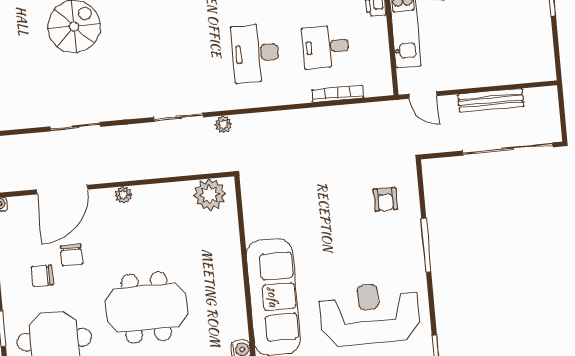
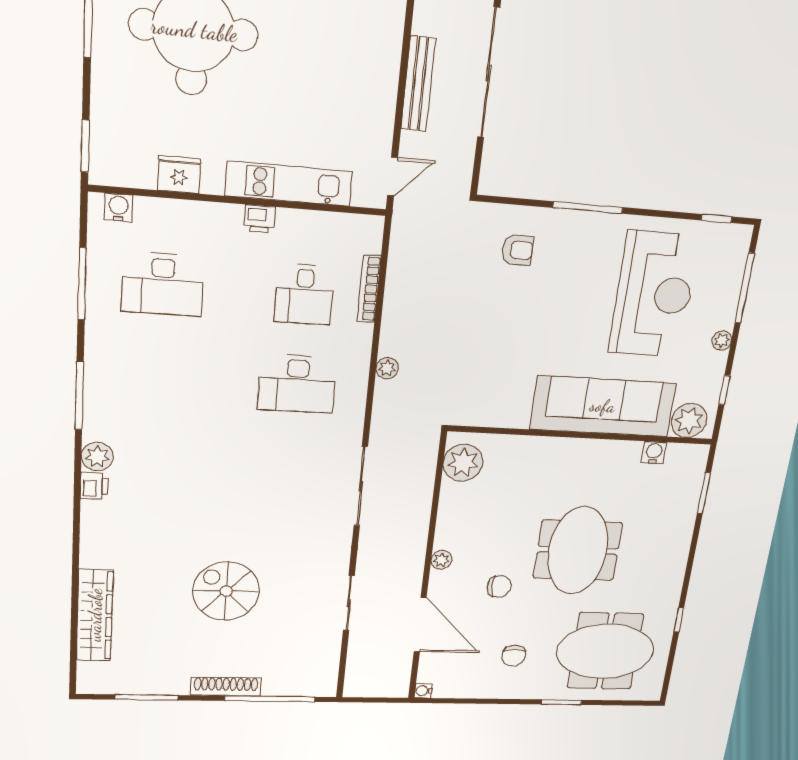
sliding door: (179, 117) -> (361, 486), width x1.37
plant: (223, 124) -> (387, 368), moved
chair: (72, 255) -> (499, 586), moved
reception desk: (369, 314) -> (654, 294), turned 180

